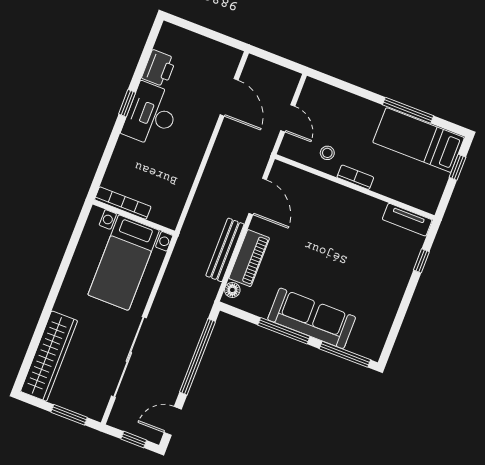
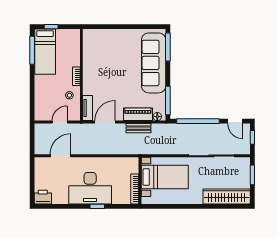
printer: (159, 68) -> (43, 197), moved
window: (127, 103) -> (97, 206), moved
window: (408, 110) -> (32, 50), moved
desk: (151, 115) -> (90, 188), width x1.36, depth x1.30
tv unit: (407, 220) -> (88, 108), moved
bench: (225, 250) -> (139, 128), width x0.73
window: (421, 261) -> (106, 27), removed
sofa: (312, 318) -> (154, 63), width x1.36, depth x1.27
window: (284, 331) -> (168, 100), moved

